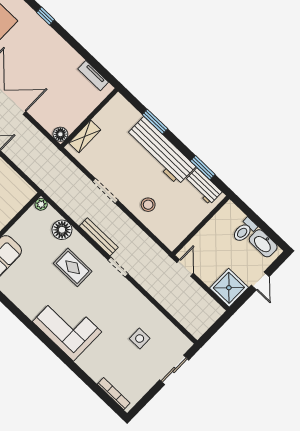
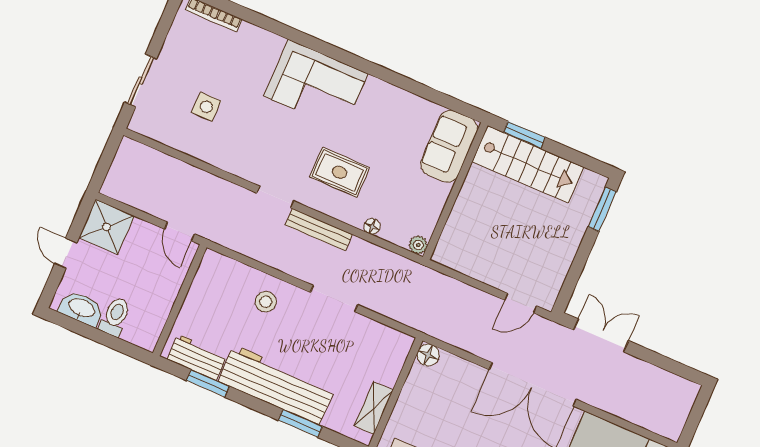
shelving: (85, 136) -> (374, 408), moved
floor lamp: (62, 230) -> (372, 226), width x0.53, depth x0.53

